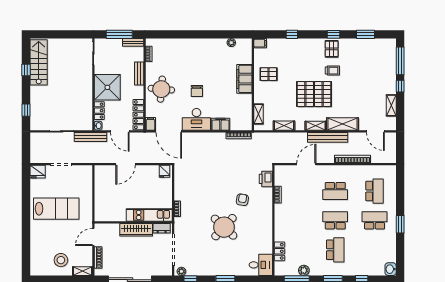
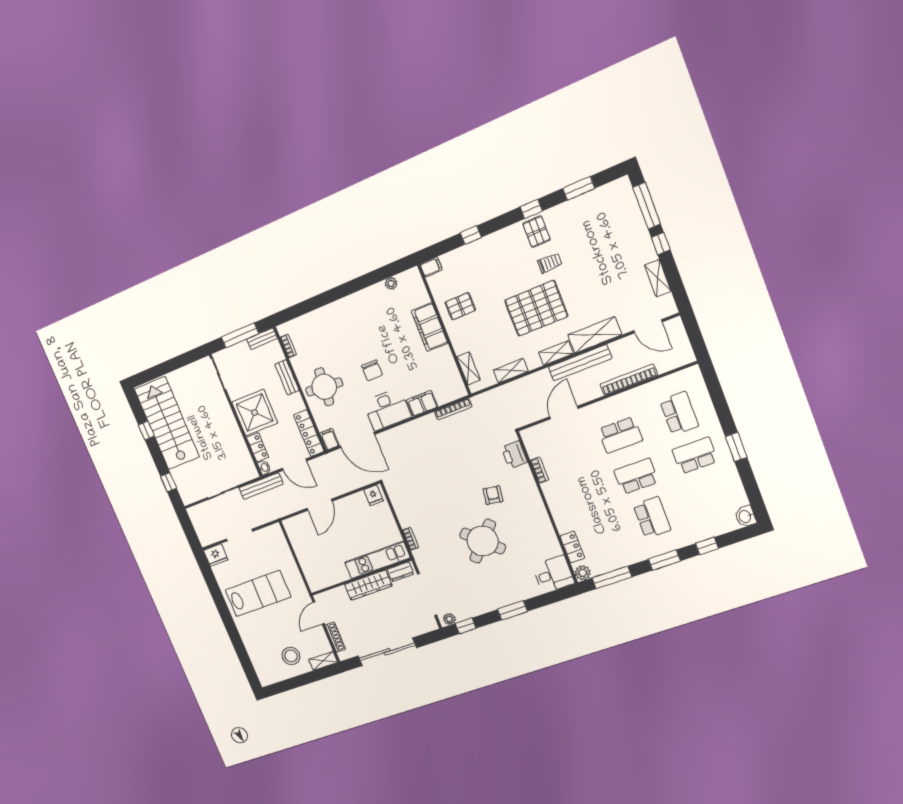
stairs: (39, 62) -> (167, 423), width x1.36, depth x1.51
plant: (304, 270) -> (583, 573), moved

